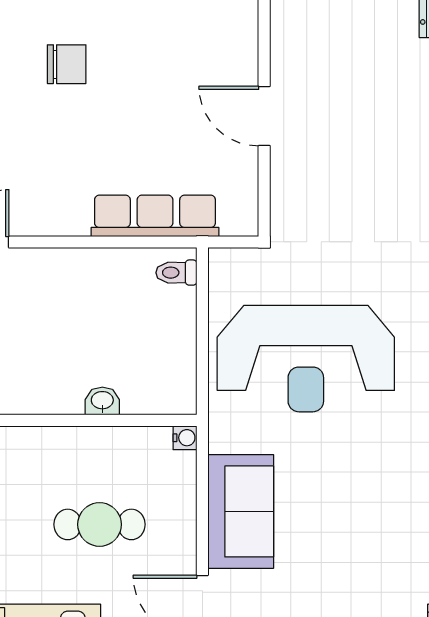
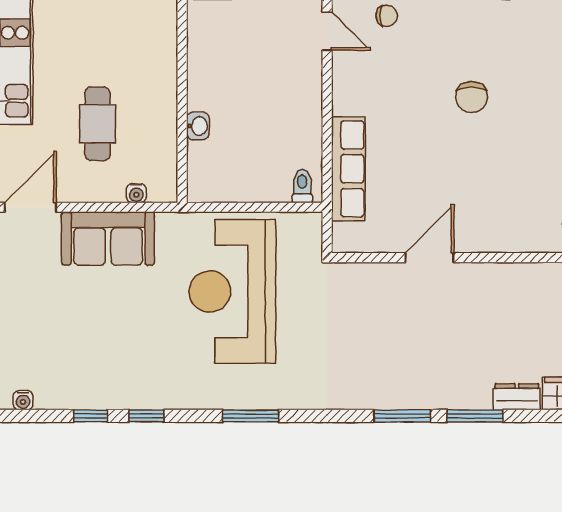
water cooler: (185, 438) -> (136, 193), moved

